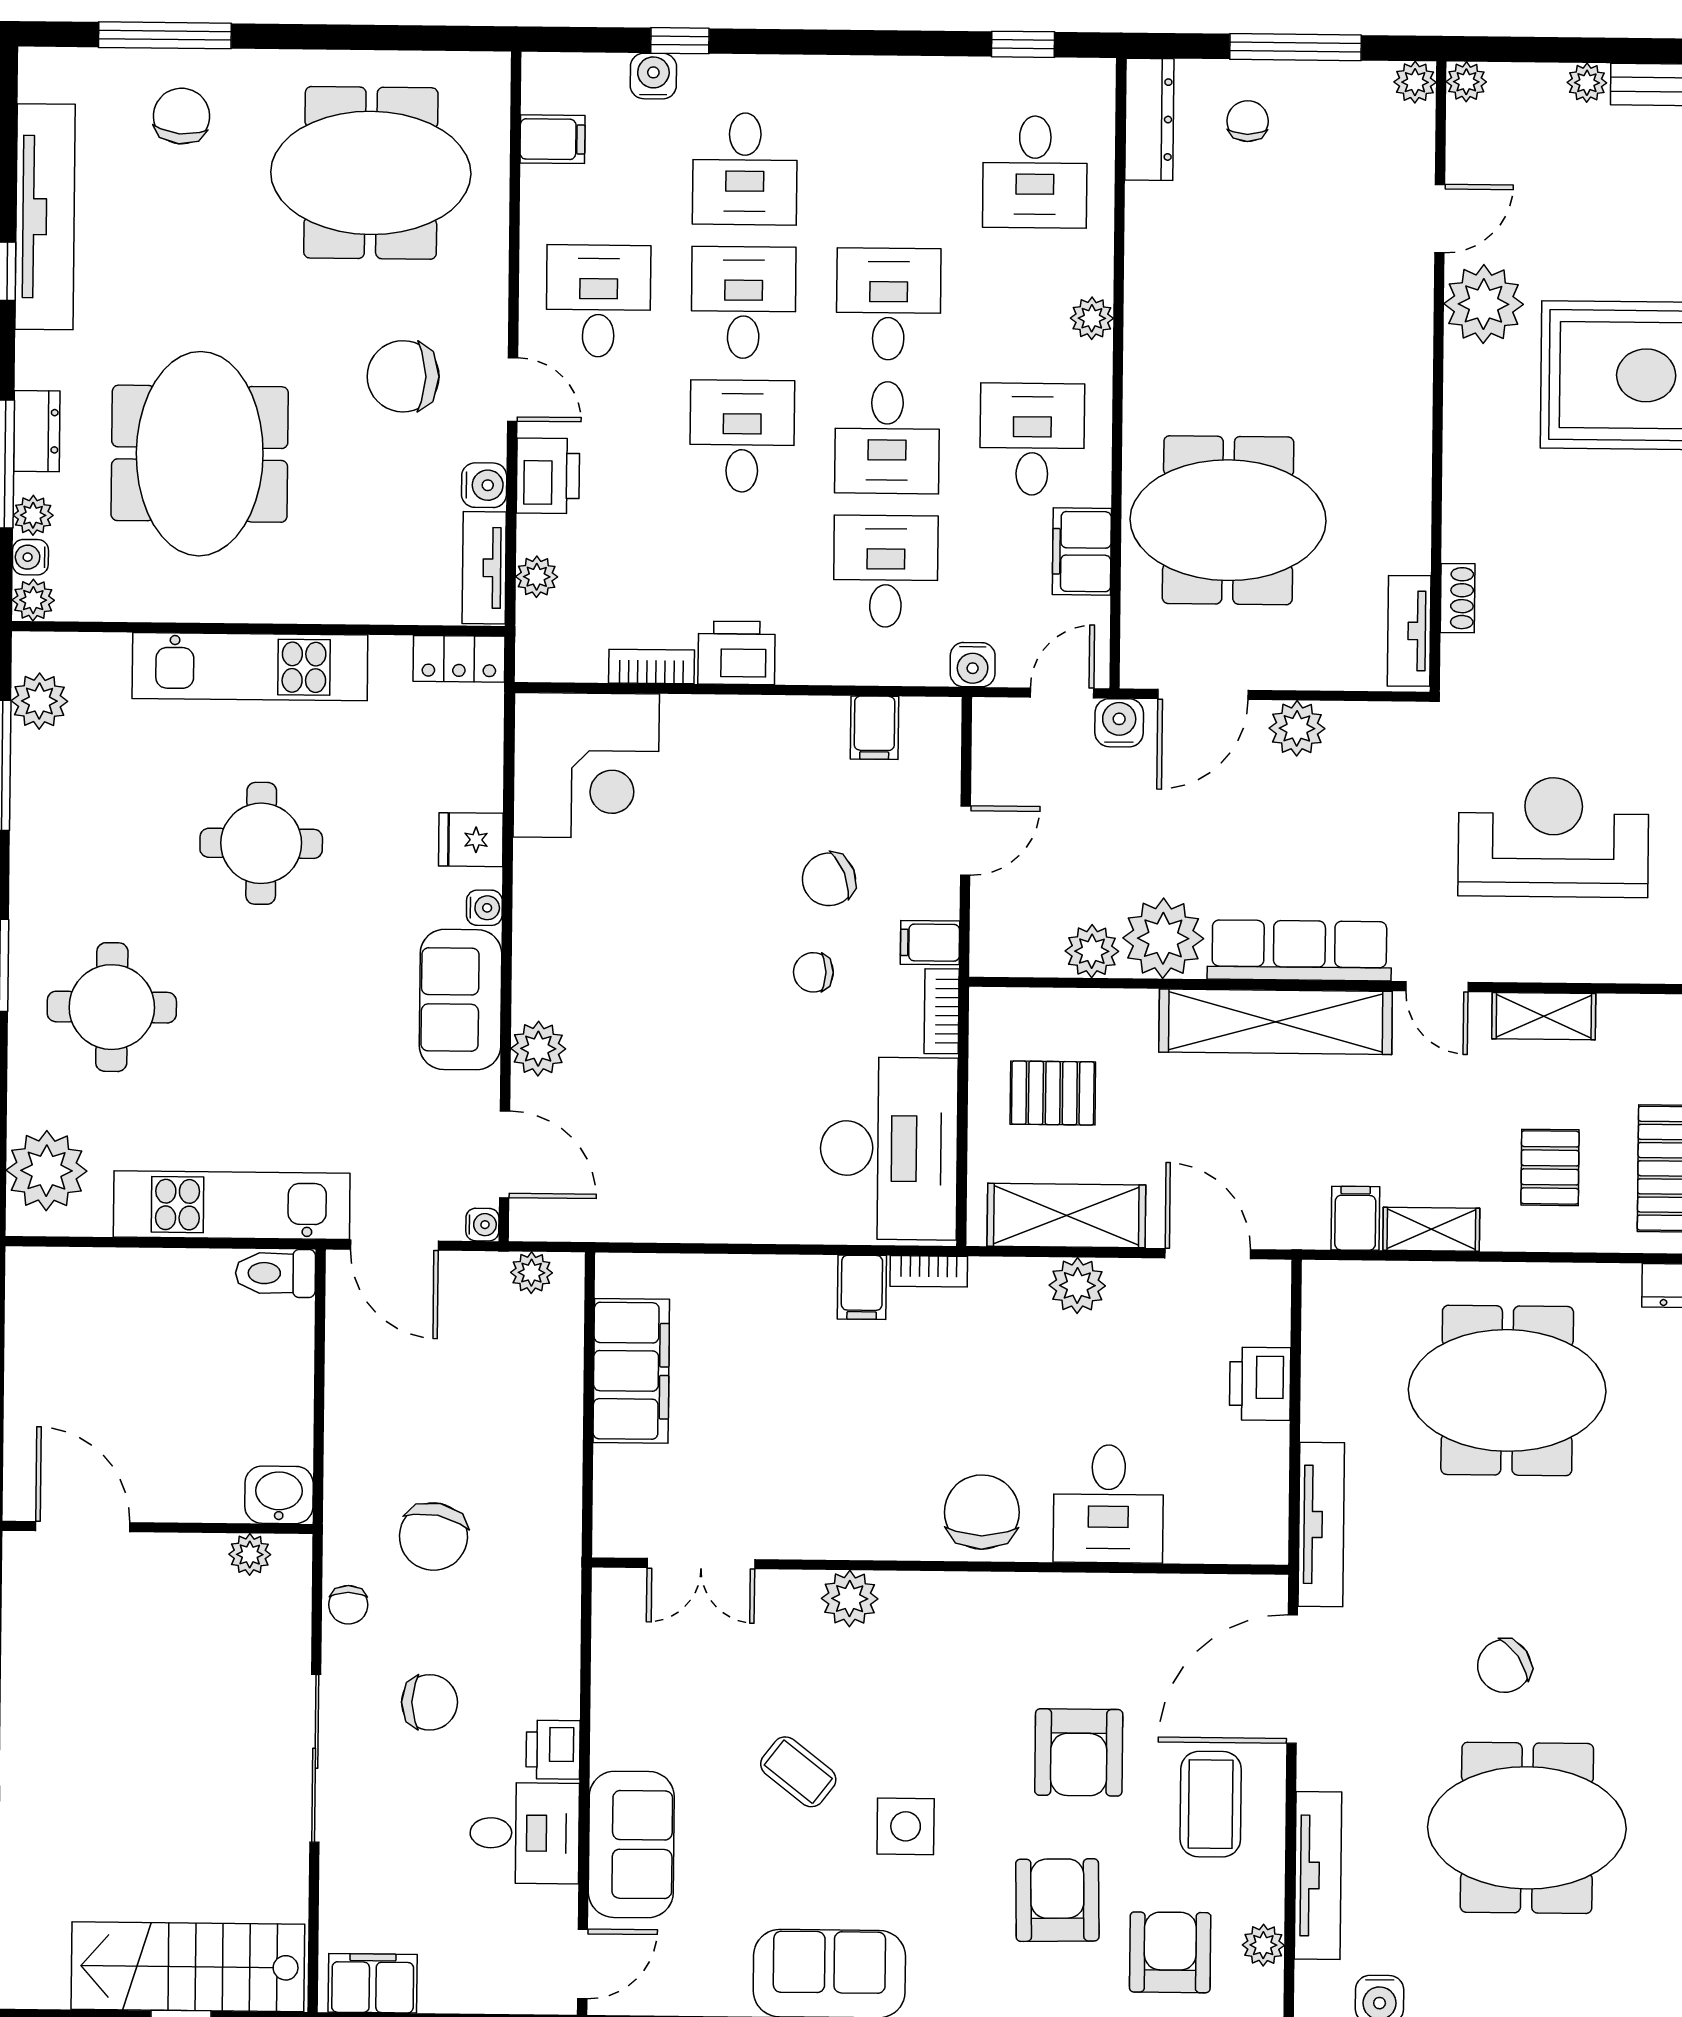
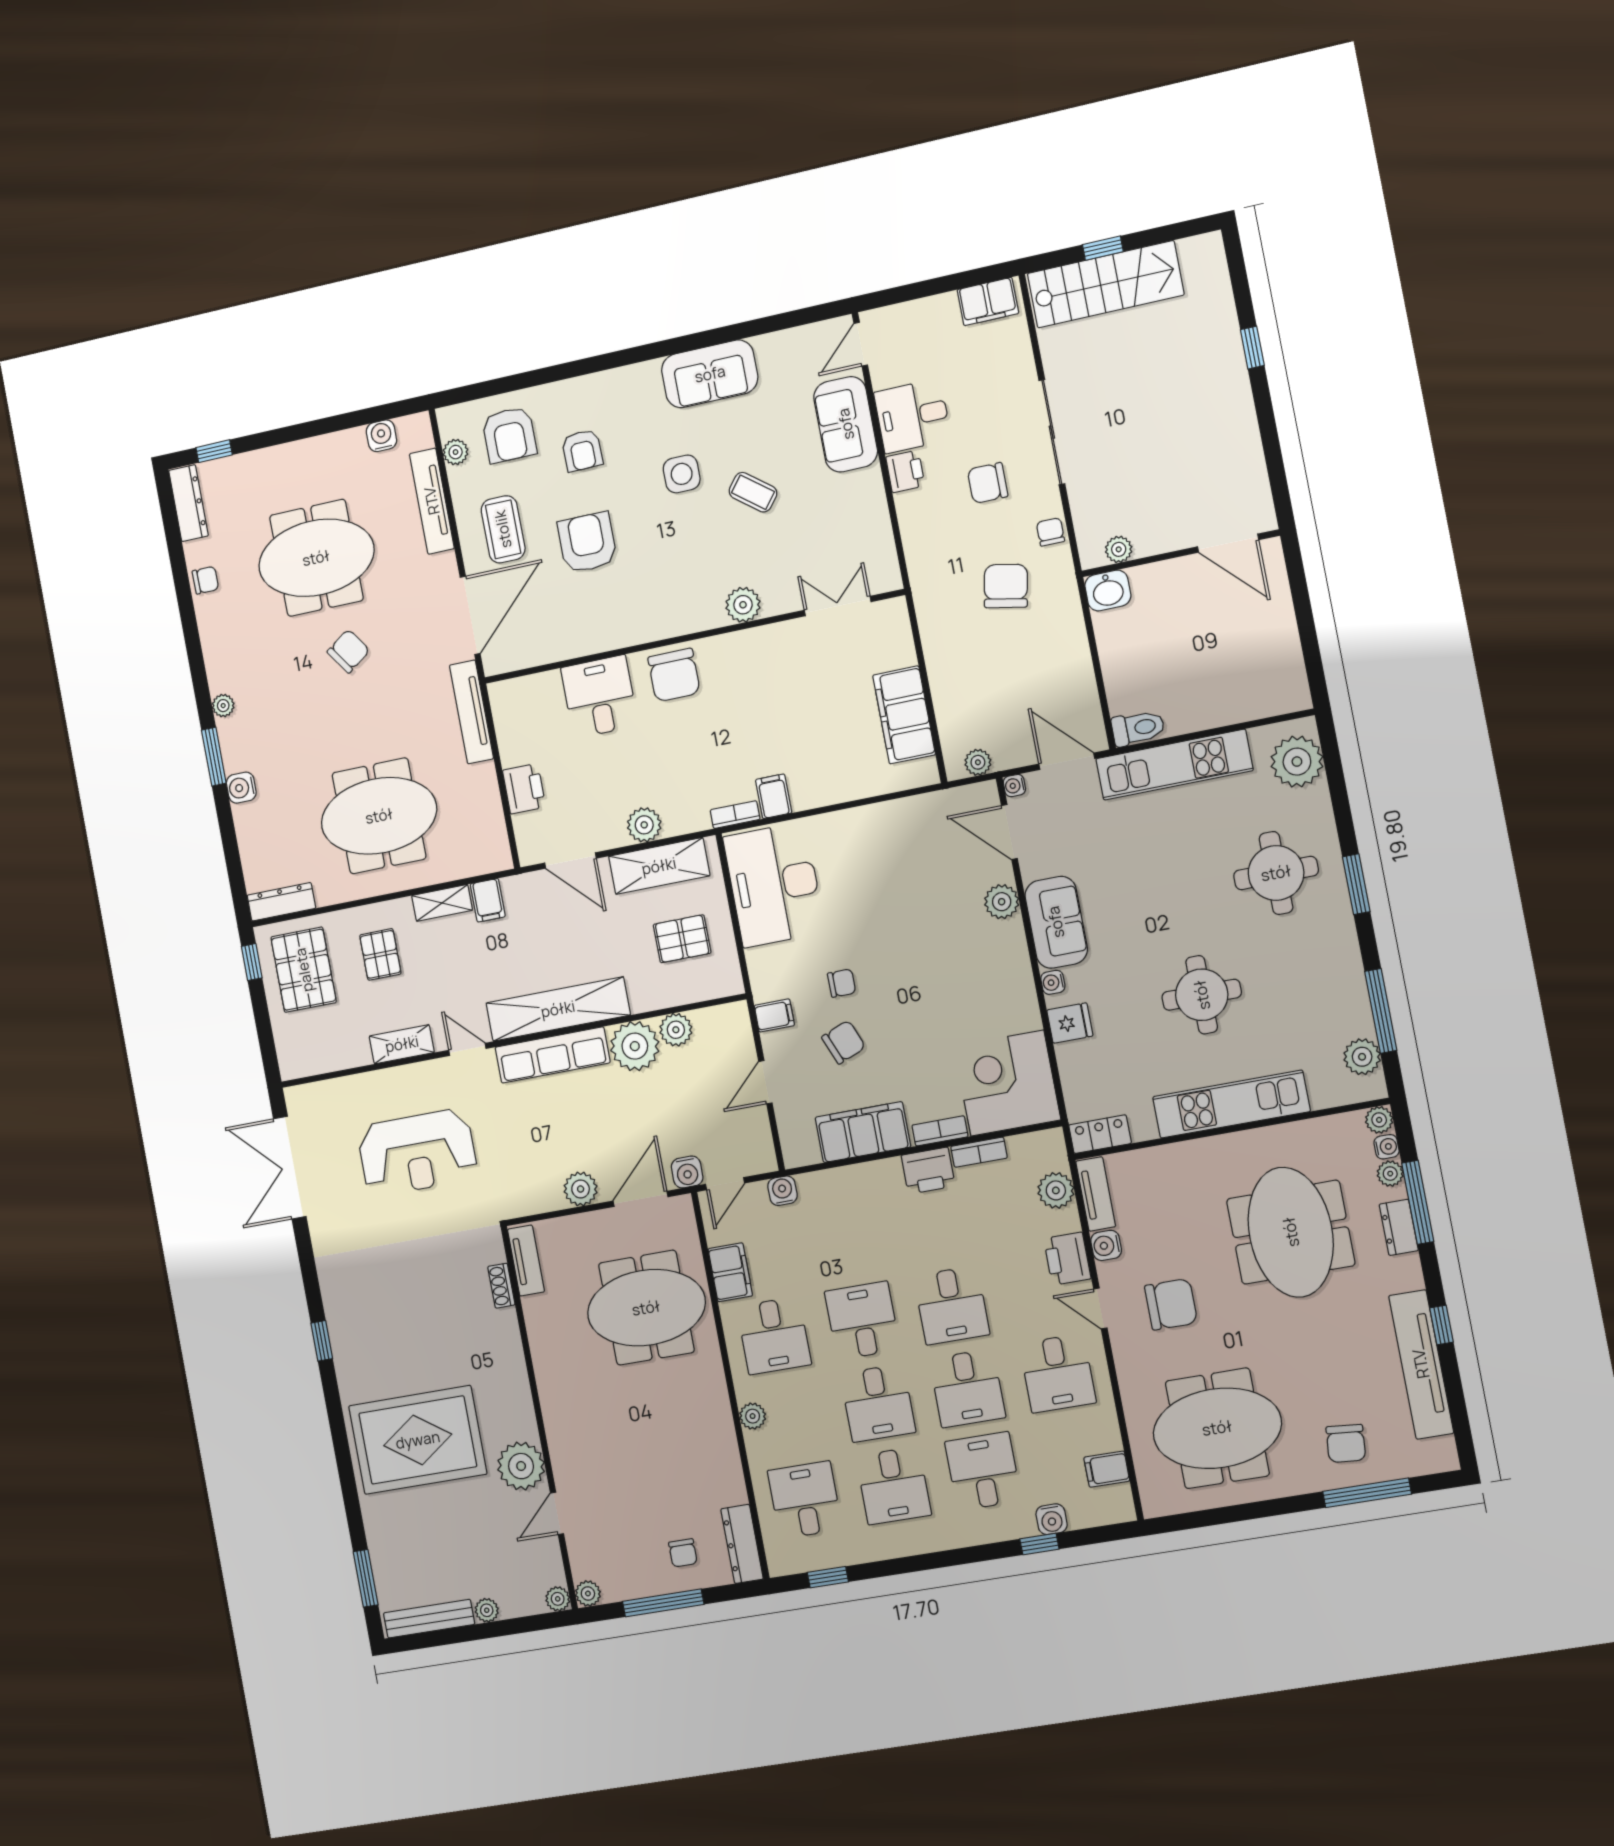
desk: (886, 571) -> (894, 1486), moved
plant: (537, 577) -> (1056, 1190), width x1.38, depth x1.38
filing cabinet: (874, 728) -> (863, 1132), width x3.00, depth x1.17
bookcase: (942, 1011) -> (940, 1131), moved, turned -90
armchair: (1057, 1900) -> (582, 450), width x0.72, depth x0.72

